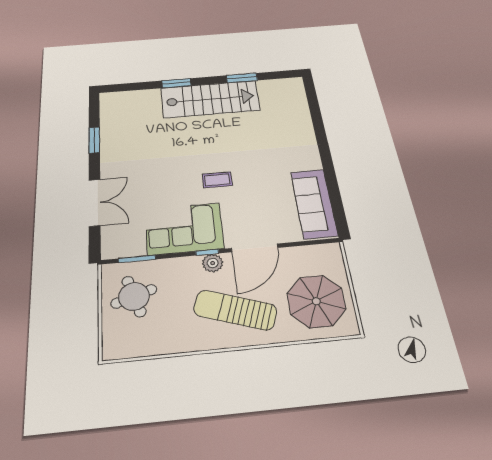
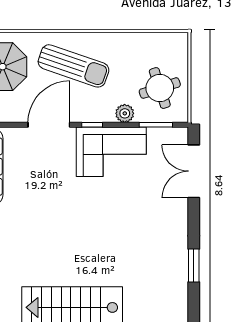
coffee table: (217, 180) -> (75, 204), removed
double door: (95, 203) -> (194, 171), moved
plant: (213, 263) -> (125, 113), moved

